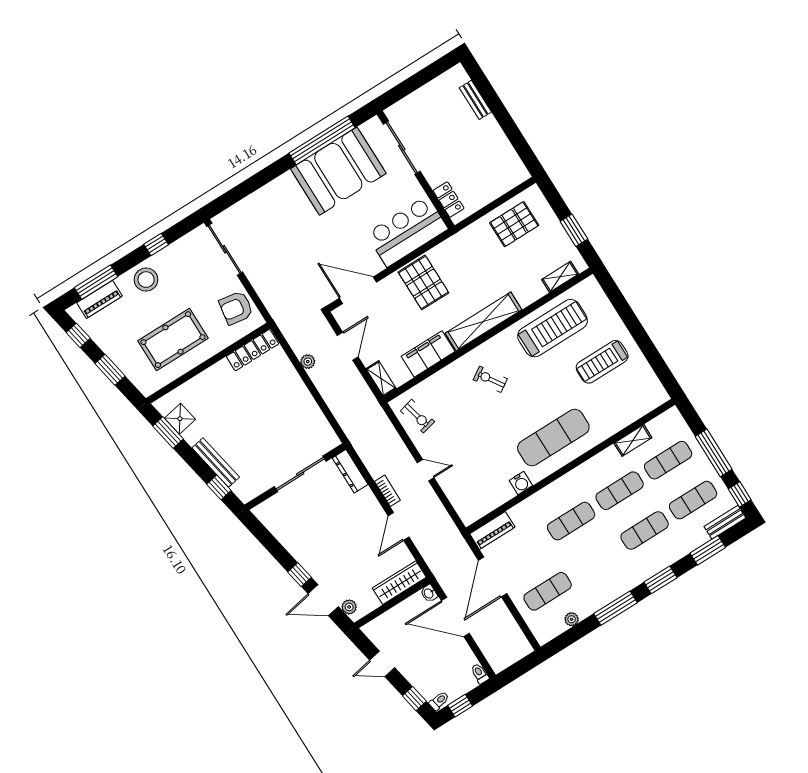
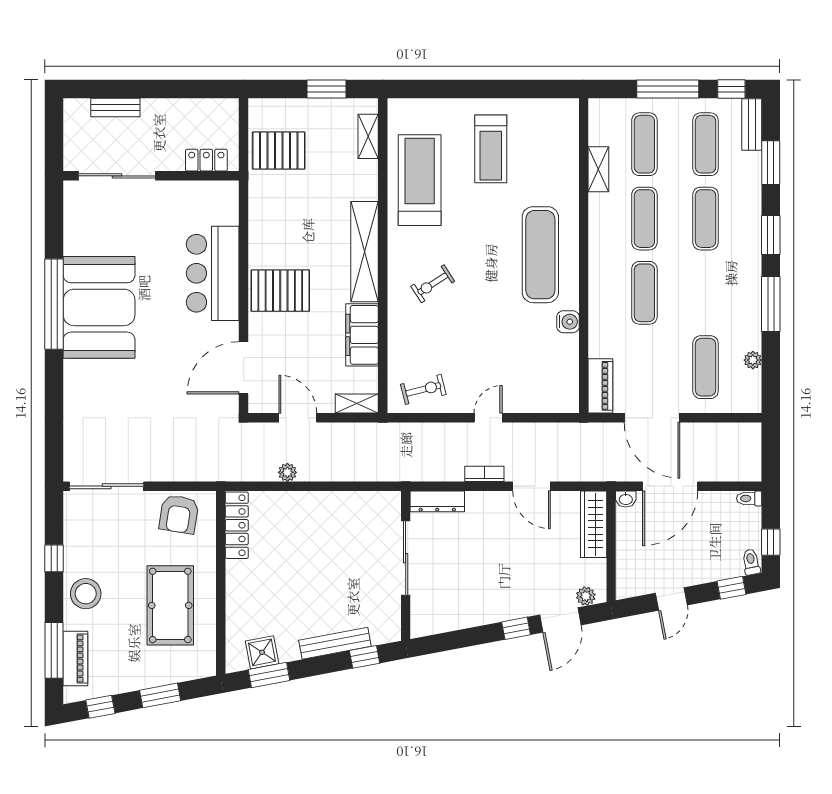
sliding door: (402, 148) -> (117, 176), moved
wall: (416, 170) -> (151, 176), moved
locker: (449, 199) -> (206, 160), moved
pallet: (514, 224) -> (279, 151), turned 90

